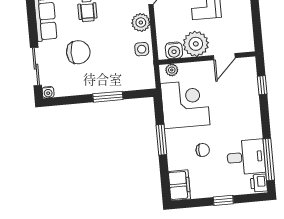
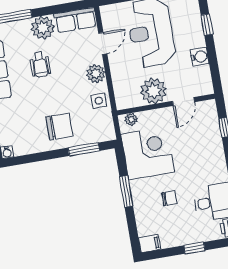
water cooler: (174, 50) -> (200, 57), moved, turned -90
chair: (78, 52) -> (60, 127), moved
window: (108, 97) -> (84, 149), moved
filing cabinet: (179, 185) -> (150, 244), width x0.50

